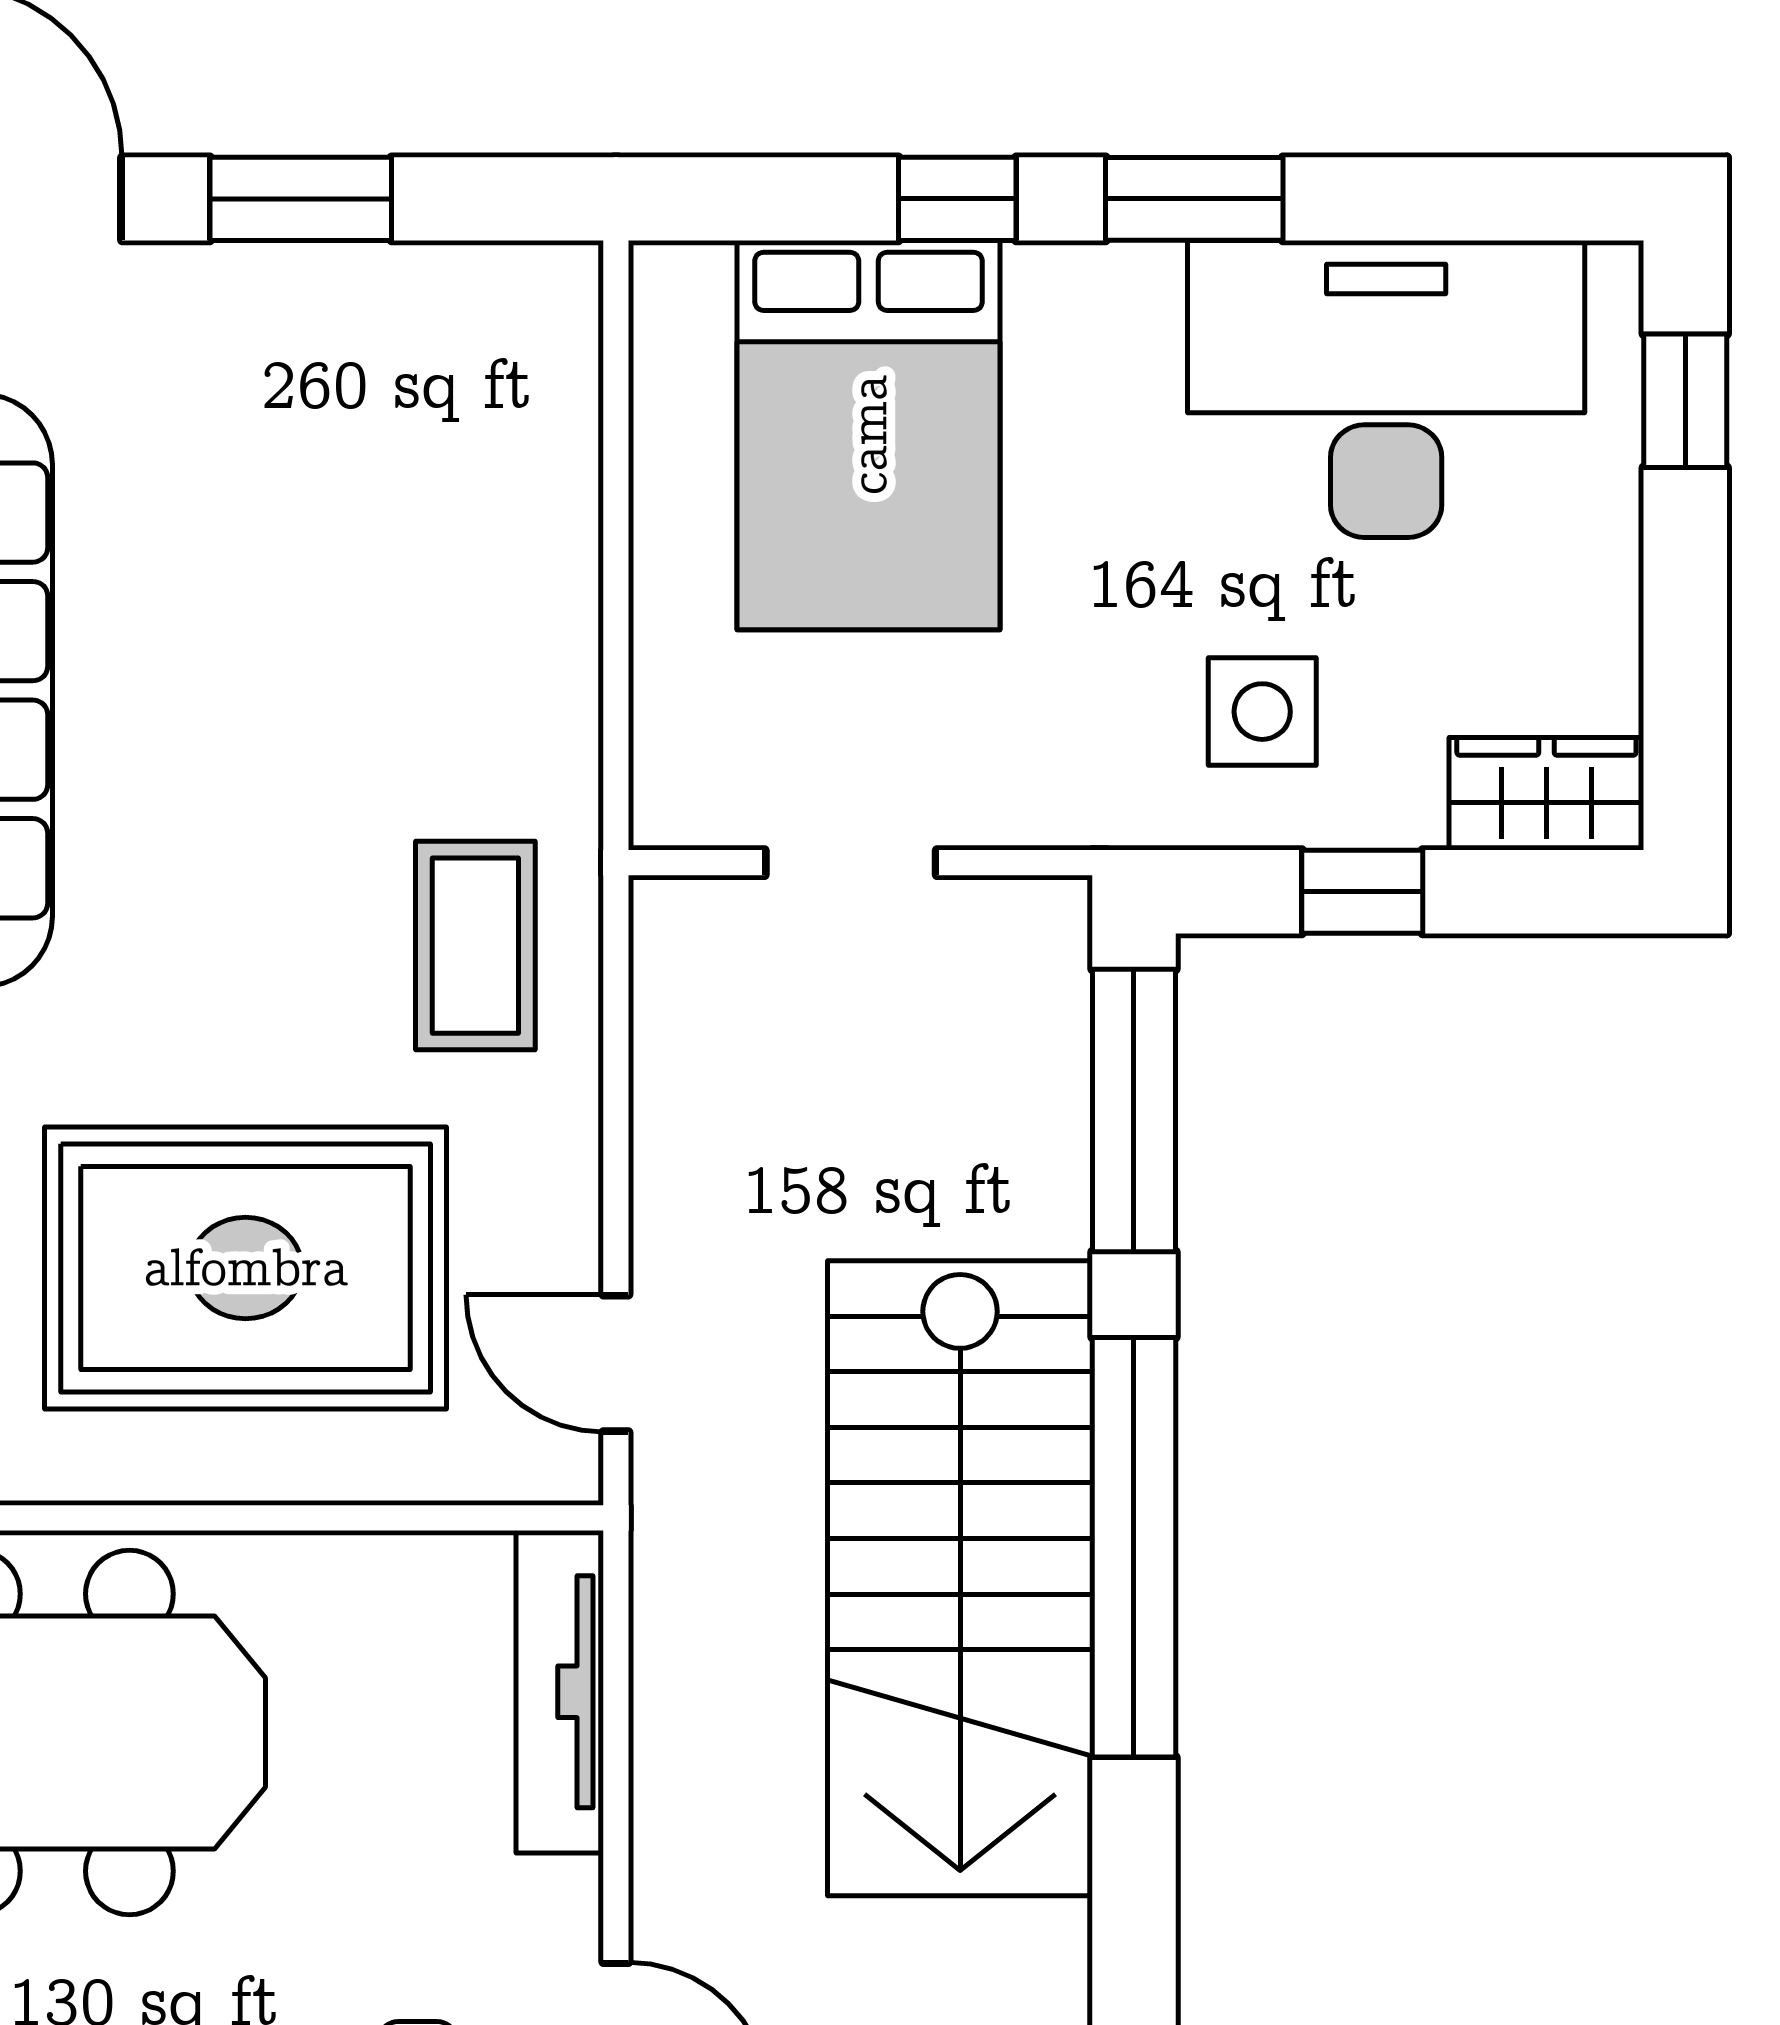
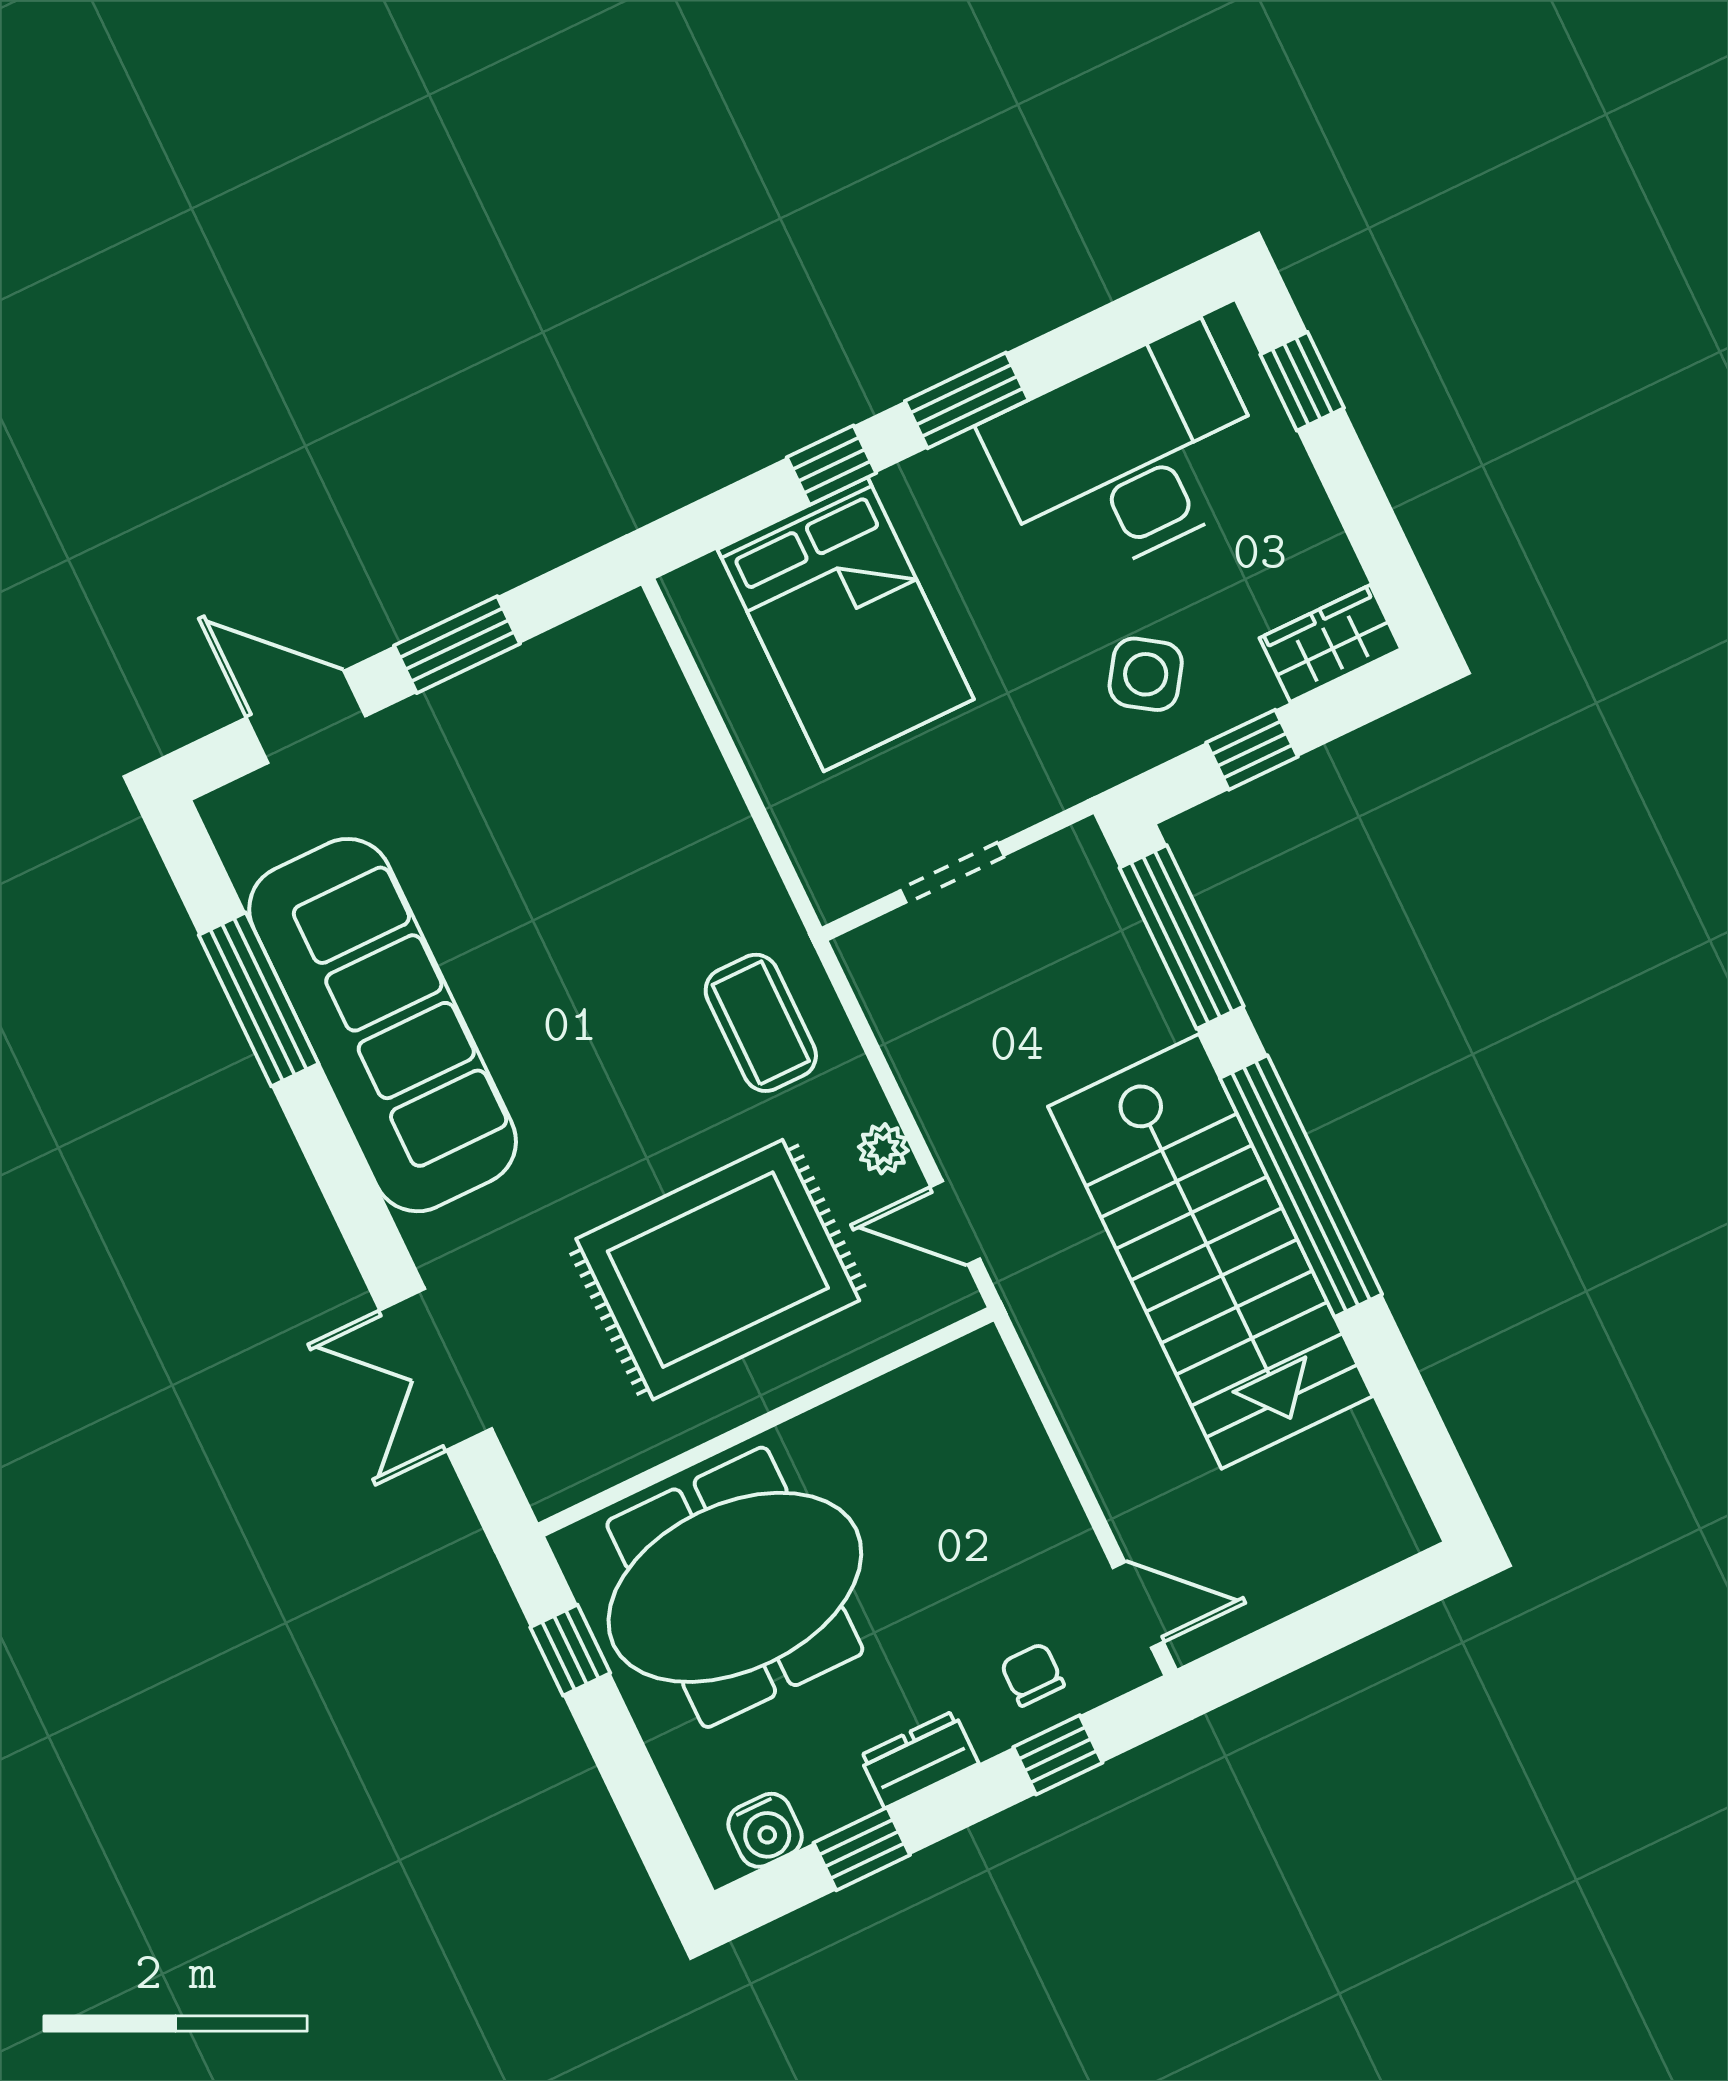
side table: (1262, 712) -> (1146, 674), turned 34
plant: (564, 1209) -> (883, 1149), added
tv unit: (560, 1692) -> (1013, 1426), removed

